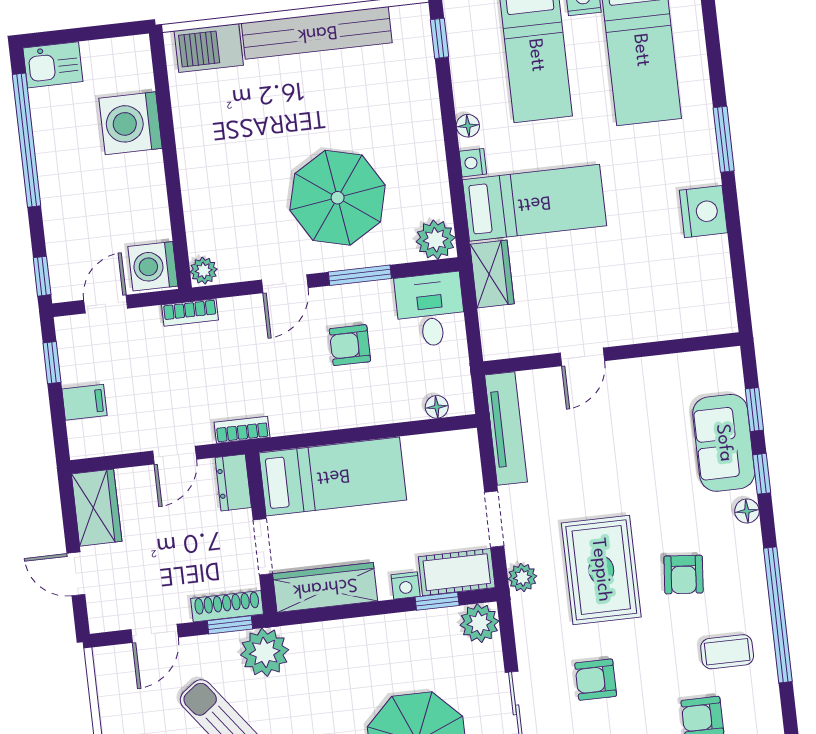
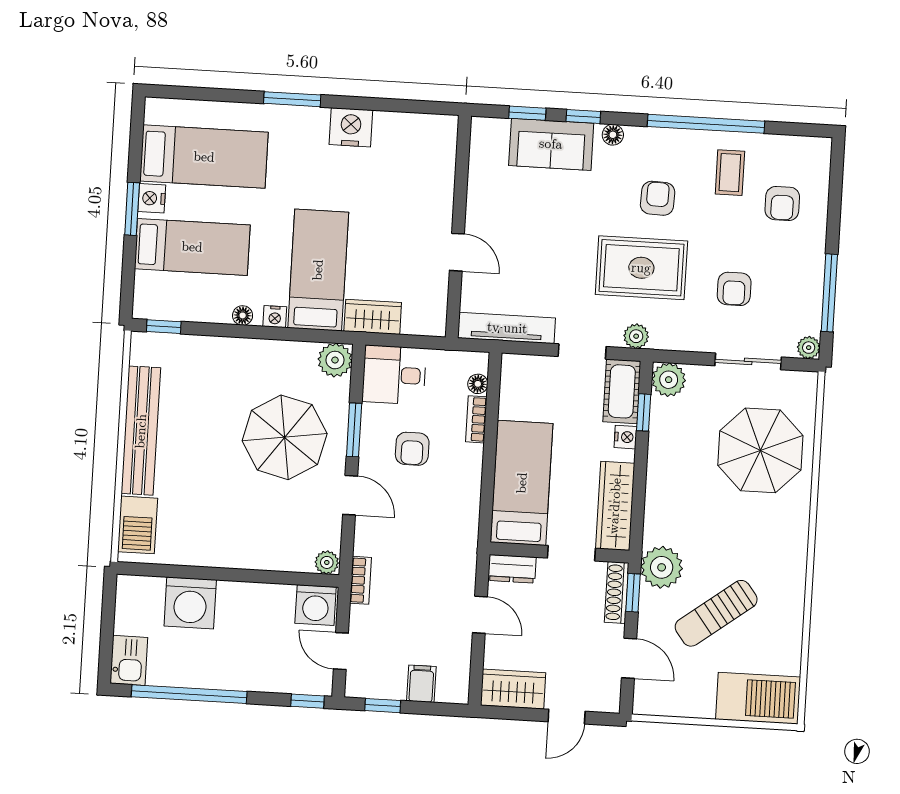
bookcase: (242, 430) -> (476, 419), moved
armchair: (684, 575) -> (658, 198), turned -93

